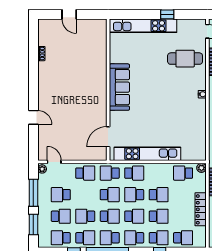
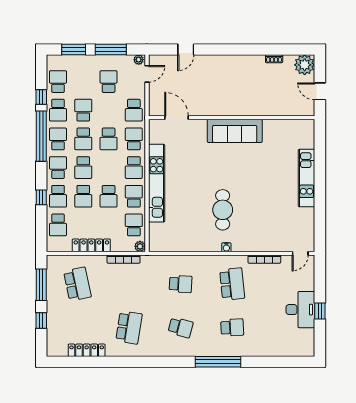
door: (69, 14) -> (320, 91), hinge flipped
window: (167, 14) -> (320, 206), removed
kitchen unit: (143, 26) -> (307, 178), width x0.73
plant: (47, 27) -> (305, 65), added
cafe table: (185, 59) -> (223, 210), moved
sofa: (119, 87) -> (235, 131), moved
wall: (108, 90) -> (232, 118), moved
door: (33, 117) -> (186, 49), moved
door: (108, 137) -> (177, 118), moved
school desk: (134, 195) -> (134, 196), moved
school desk: (61, 216) -> (83, 82), removed

